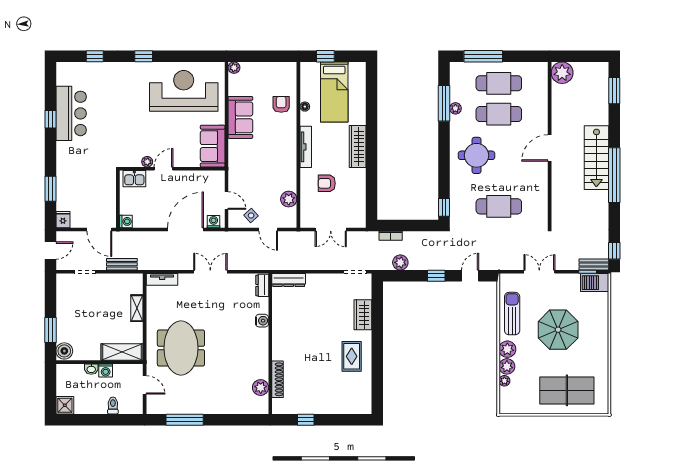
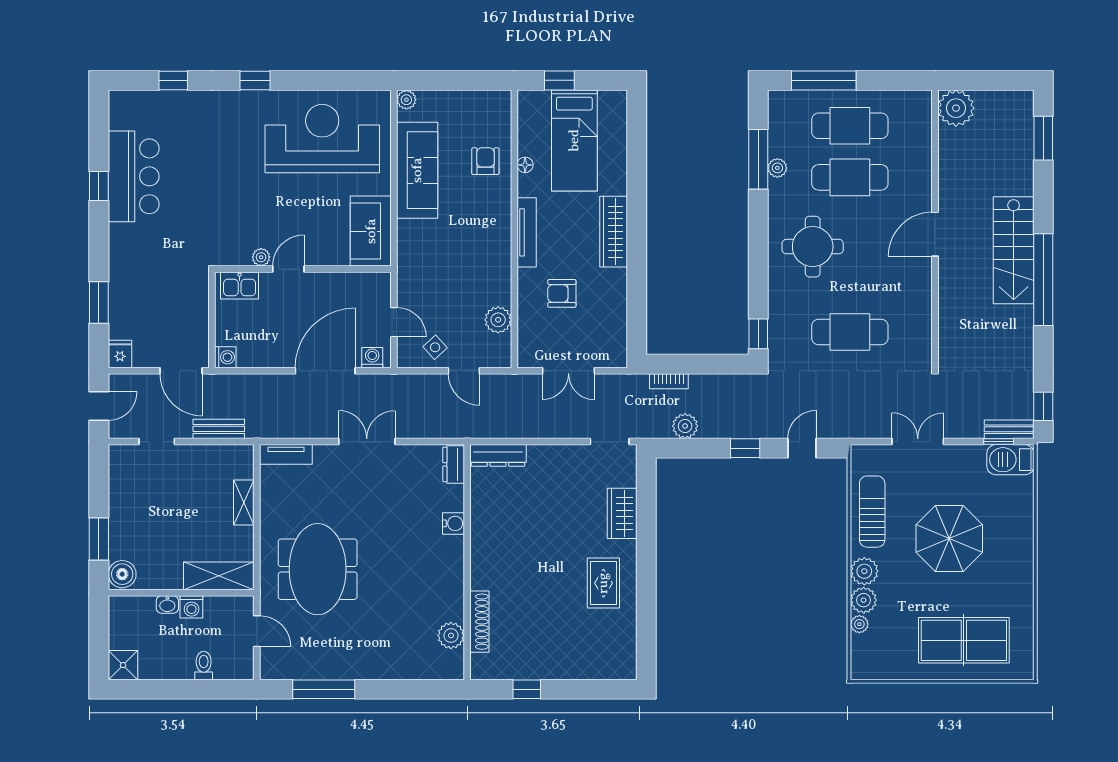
sofa: (240, 117) -> (417, 170), width x1.36

